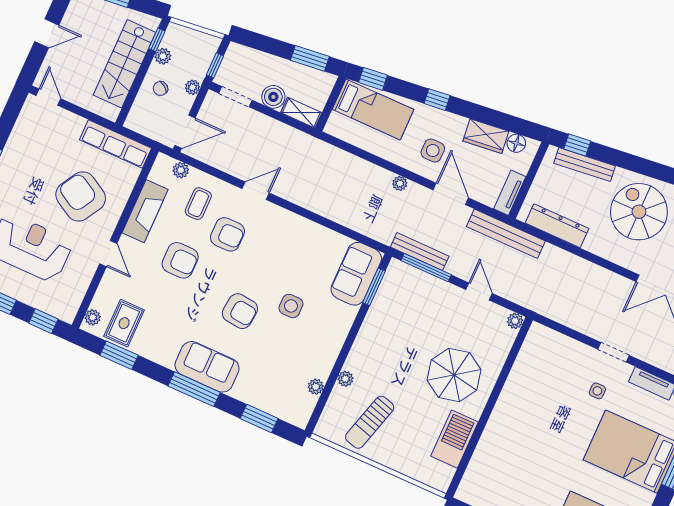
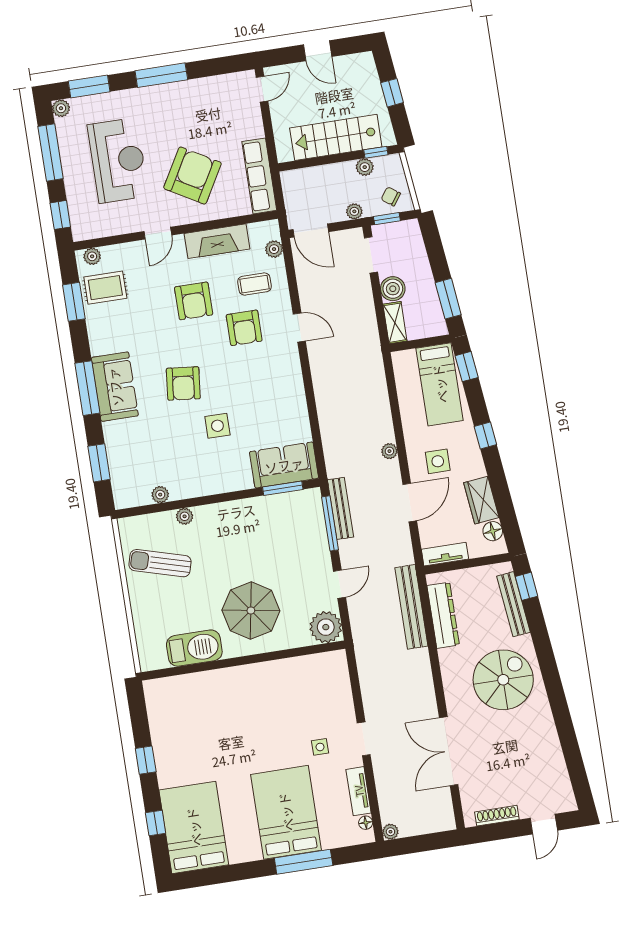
chair: (160, 88) -> (391, 196), moved
bench: (506, 234) -> (411, 607), moved
plant: (515, 321) -> (326, 627), width x1.87, depth x1.87

